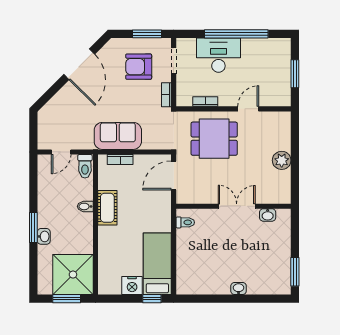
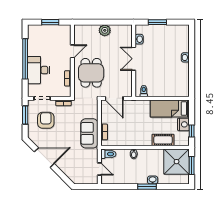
armchair: (139, 67) -> (46, 120), turned 180
door: (248, 109) -> (72, 51), swing flipped
cot: (107, 208) -> (163, 140), moved
window: (295, 272) -> (157, 22), moved
window: (152, 299) -> (192, 131), moved

